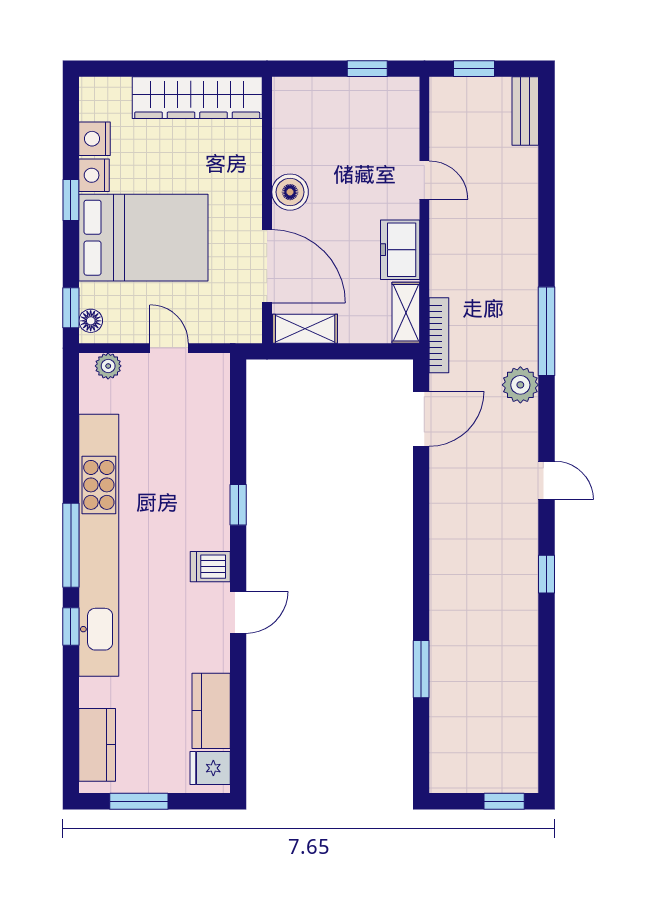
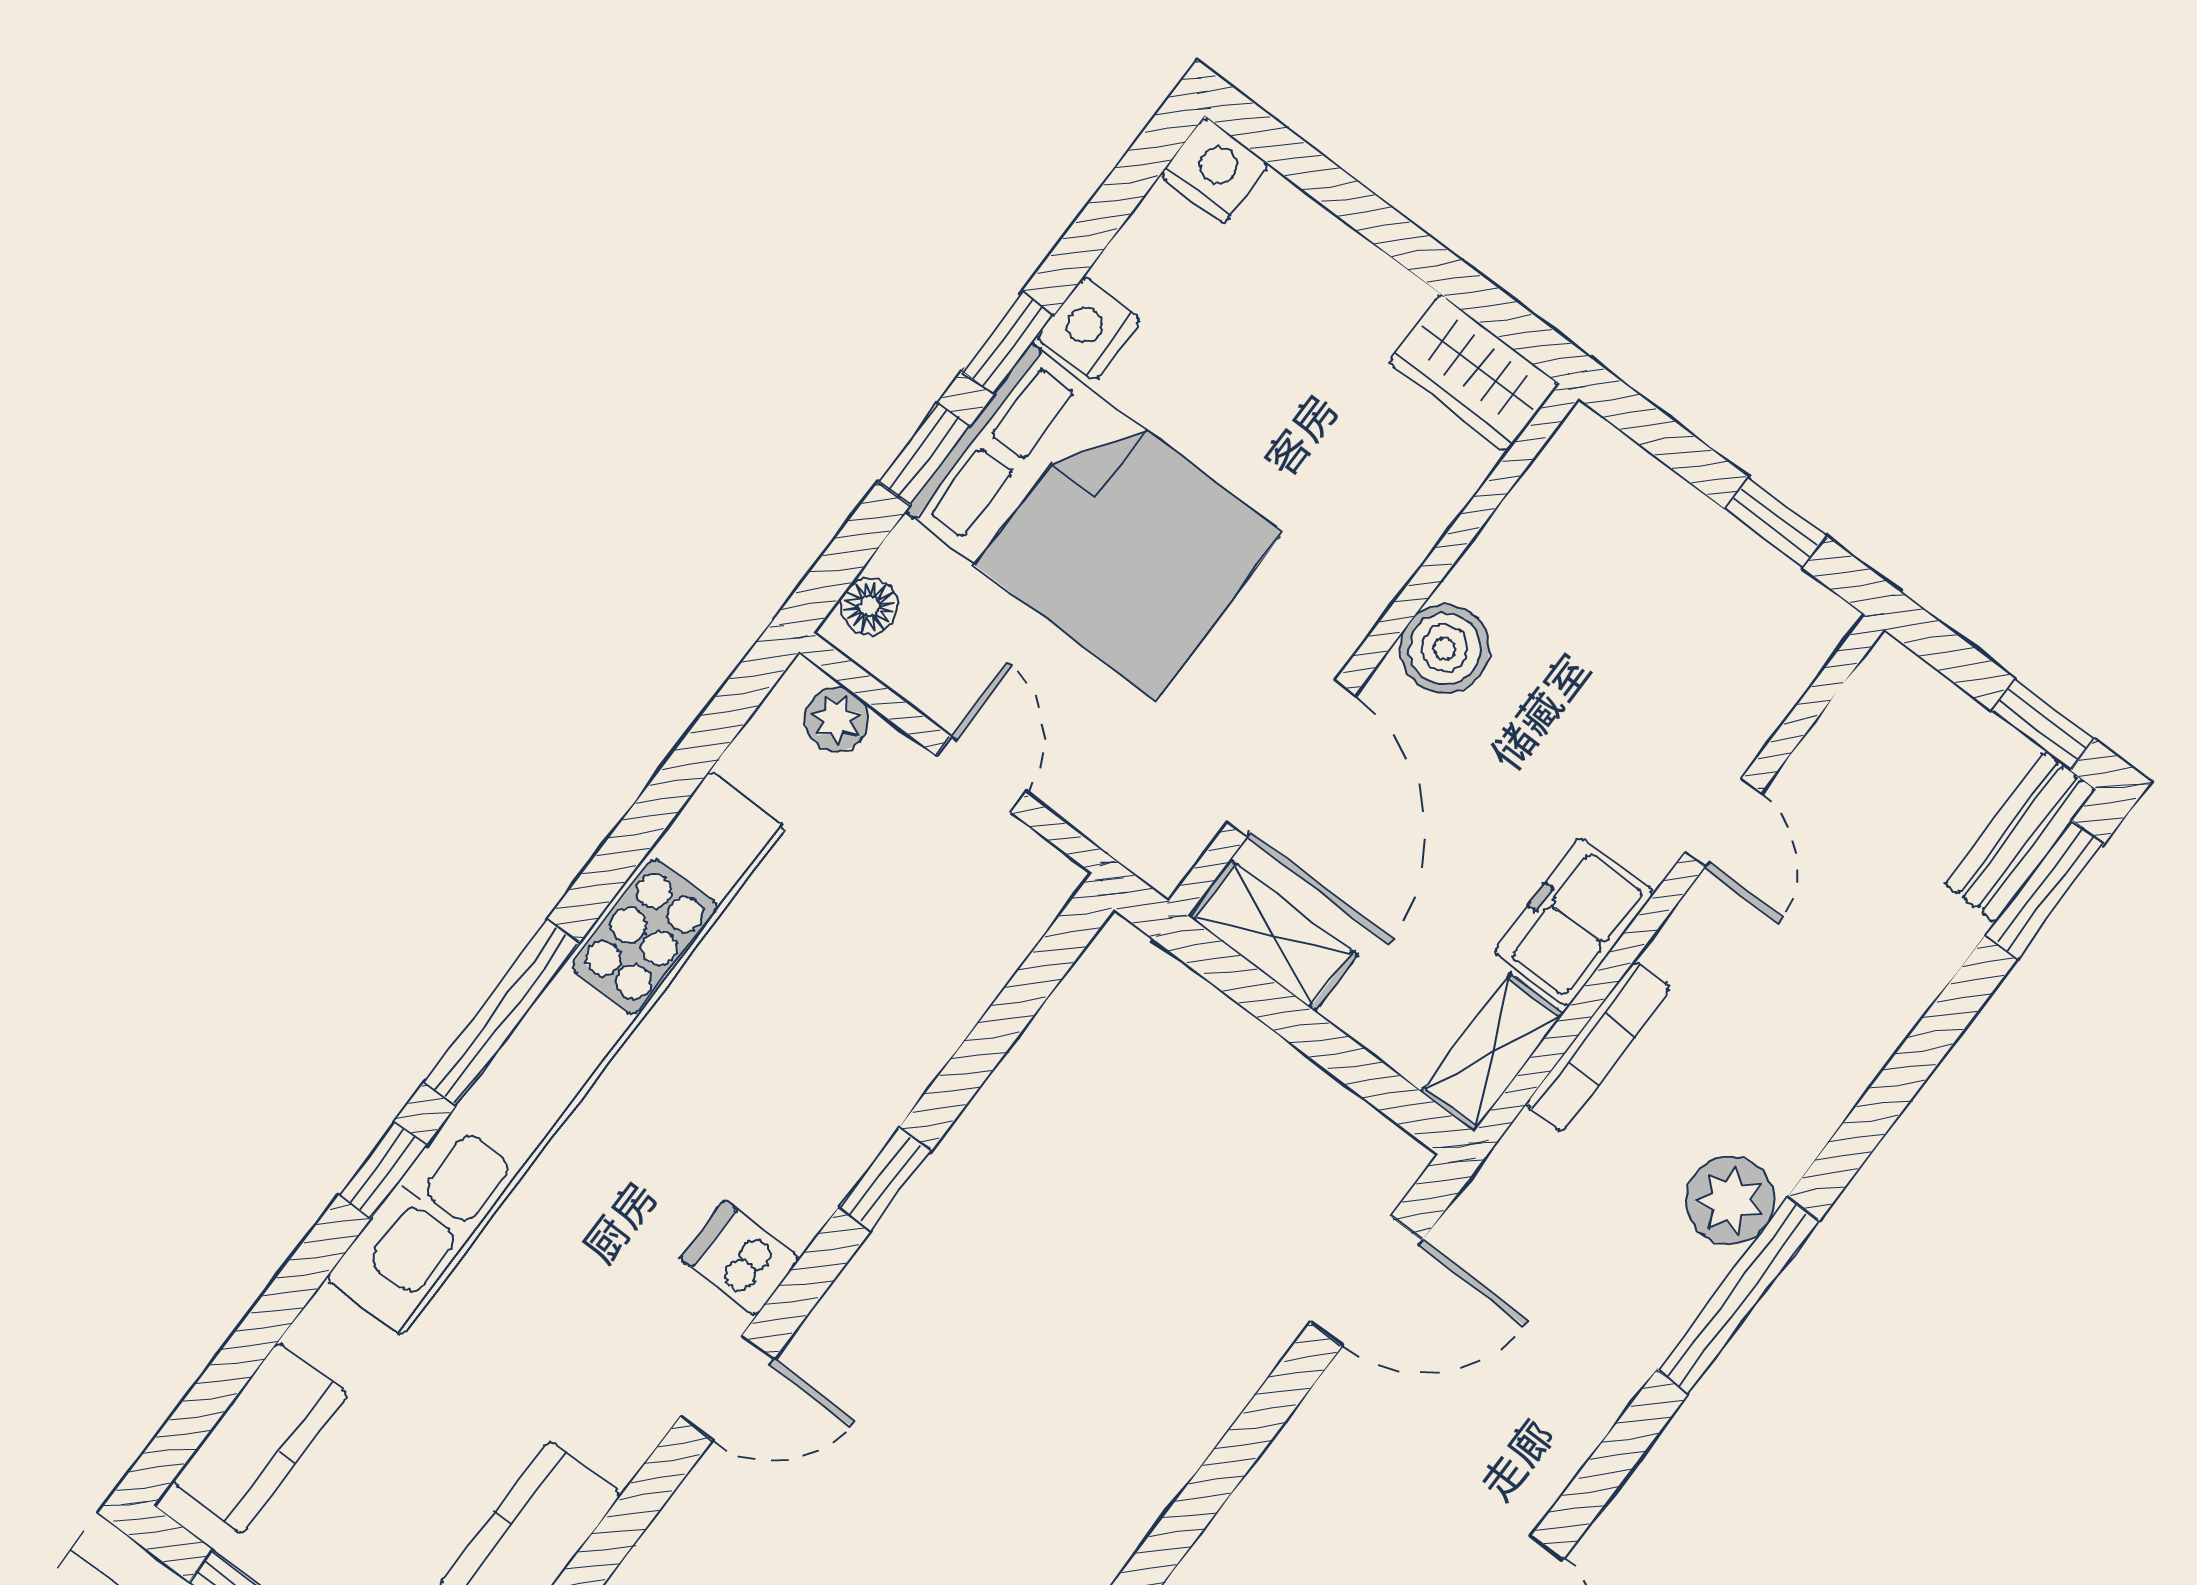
window: (474, 69) -> (2043, 725), moved
wardrobe: (197, 98) -> (1474, 373), width x0.48, depth x0.85
window: (547, 122) -> (2045, 890), added
nightstand: (95, 139) -> (1215, 170), moved, turned 90
window: (71, 308) -> (924, 454), moved
bookcase: (439, 335) -> (1598, 1046), moved
plant: (520, 385) -> (1730, 1200), moved

